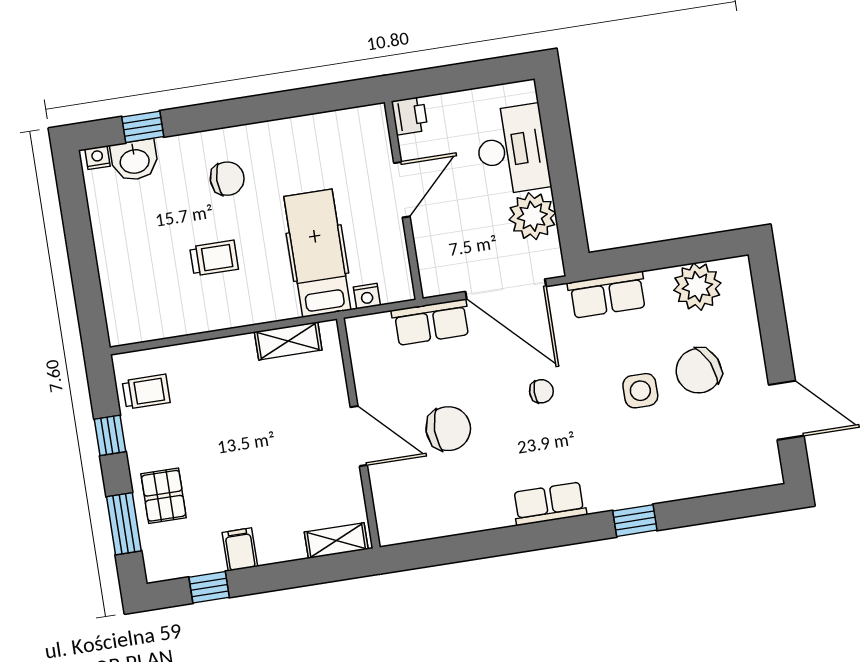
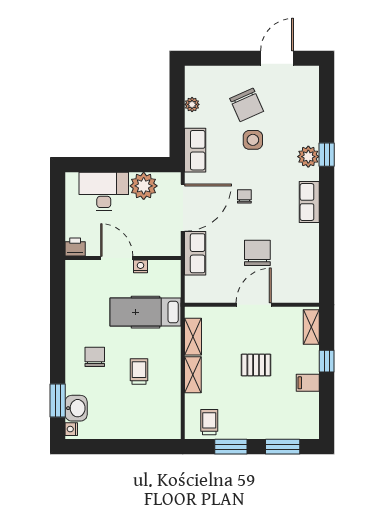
window: (143, 127) -> (58, 400), width x1.50
plant: (697, 287) -> (192, 104), width x0.53, depth x0.53
nightstand: (367, 296) -> (140, 266), moved, turned -90
shelving: (223, 351) -> (193, 375), added
window: (110, 435) -> (231, 447), width x1.50
plant: (627, 490) -> (308, 157), added
pallet: (164, 496) -> (256, 365), moved
window: (209, 587) -> (327, 361), moved

